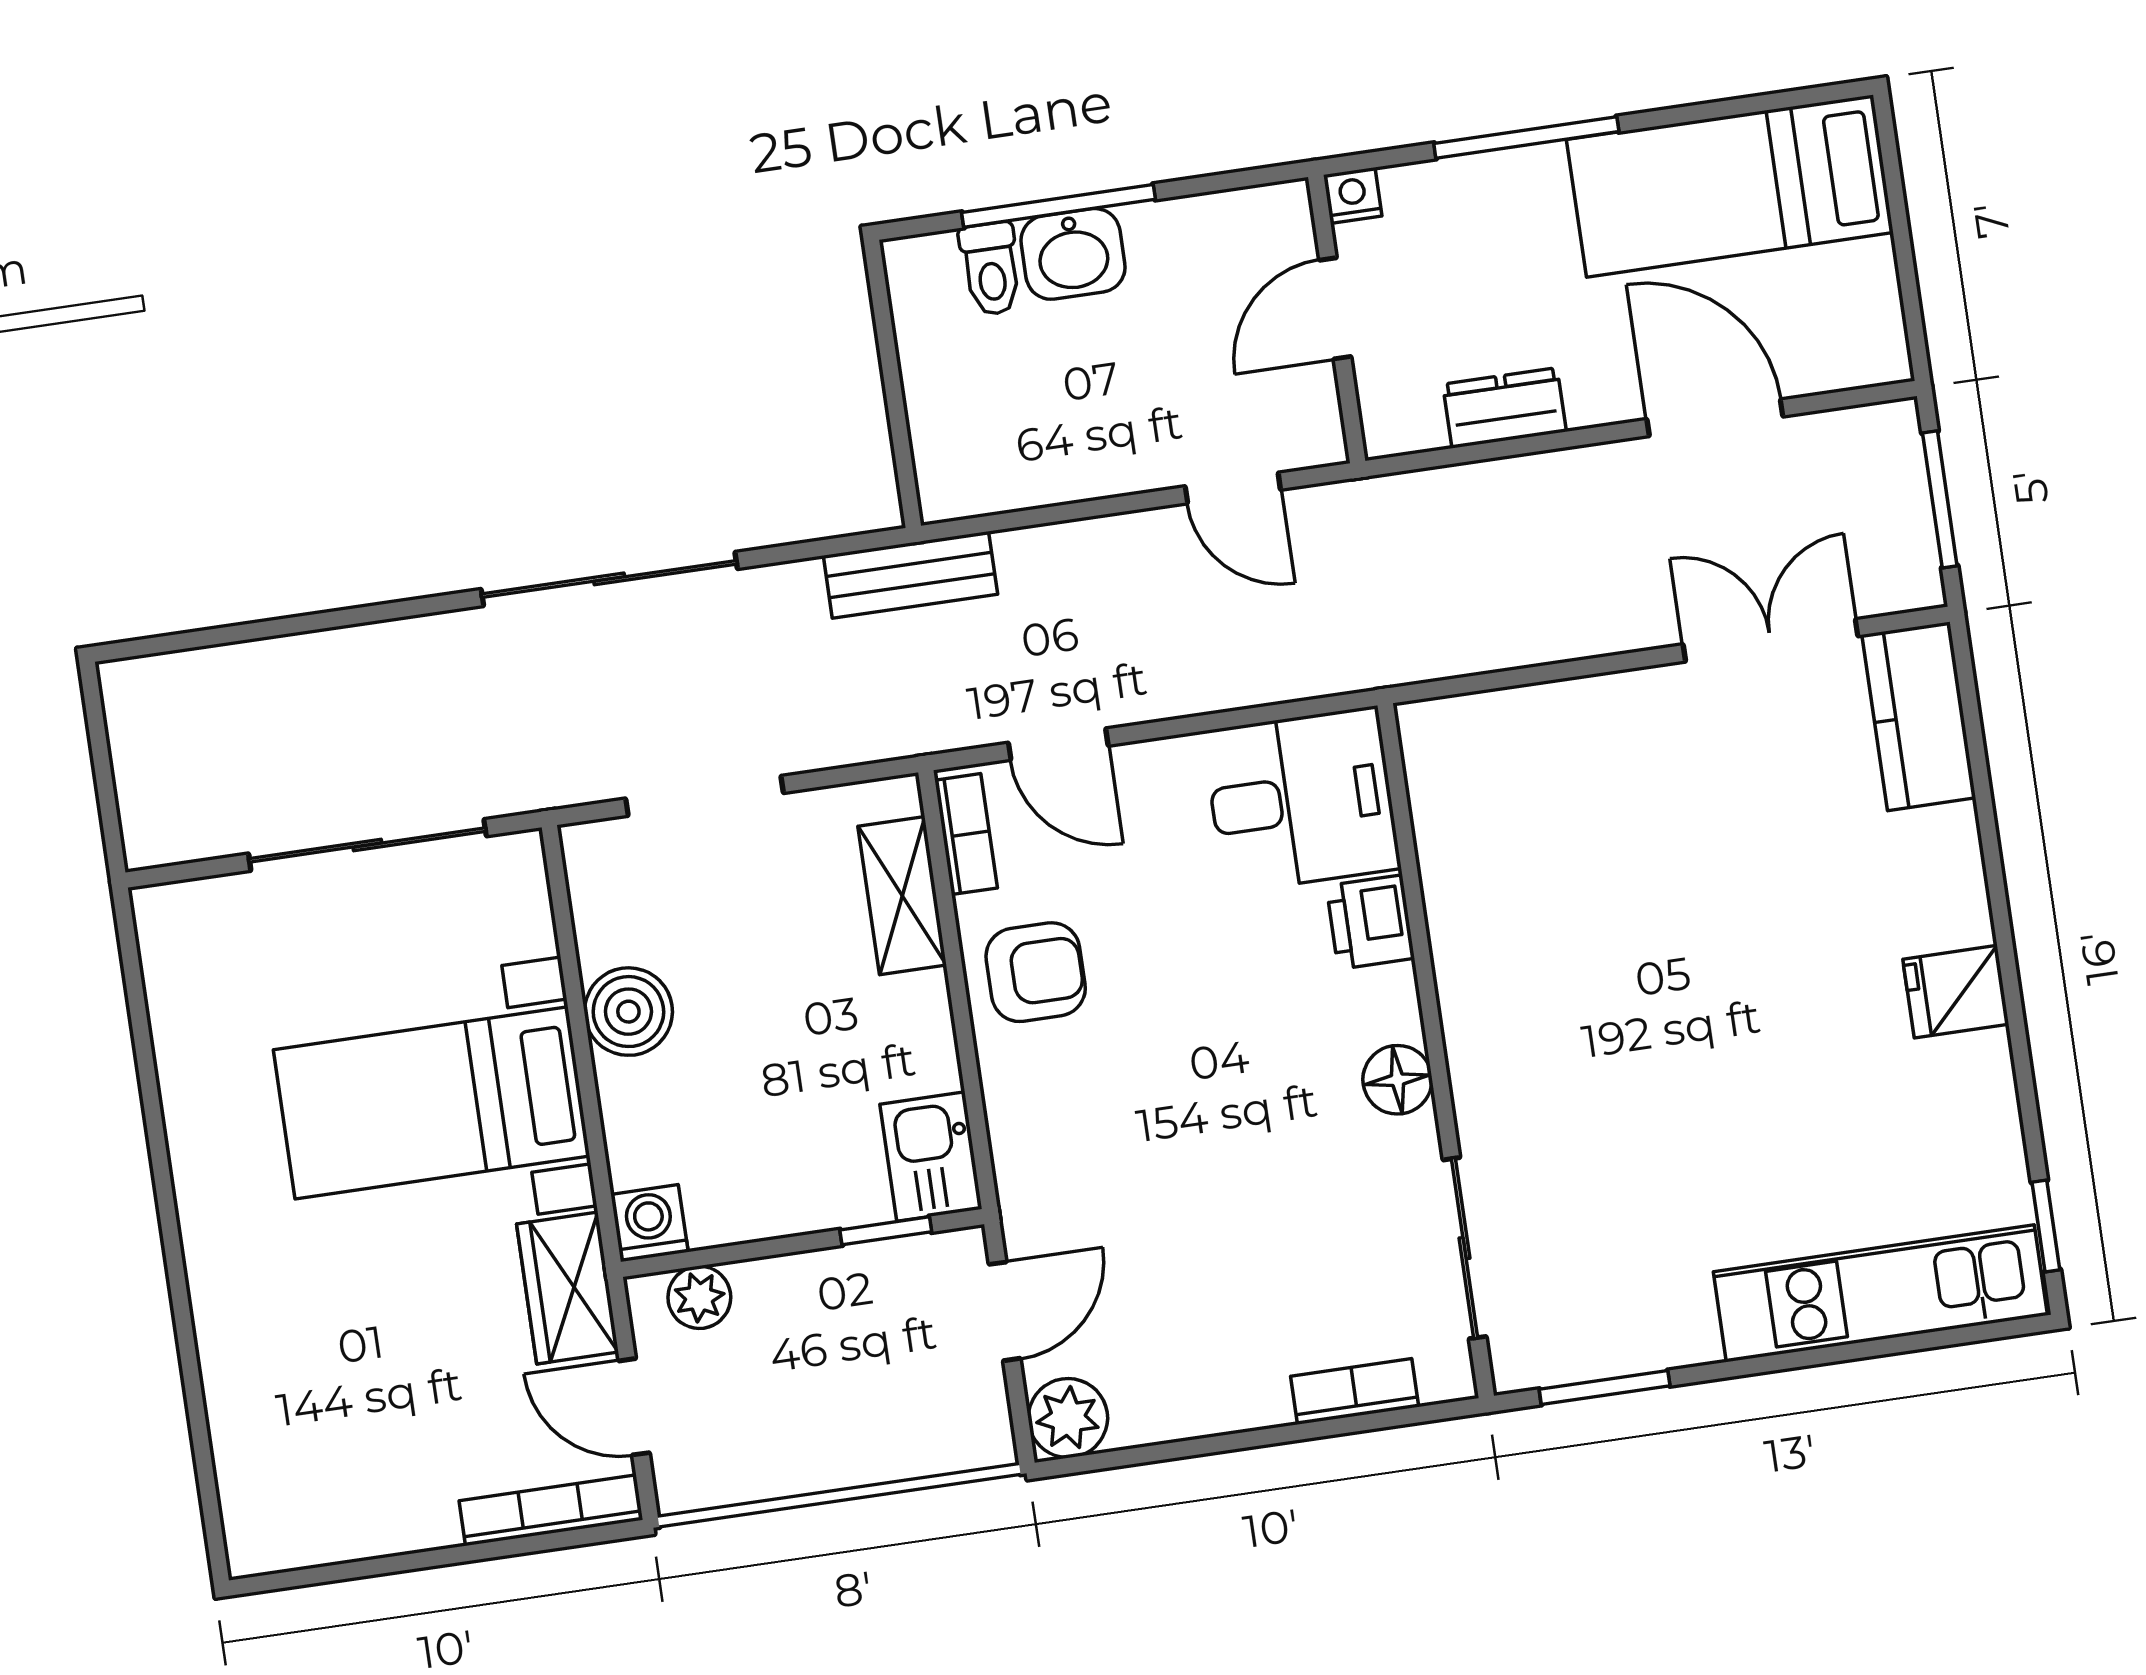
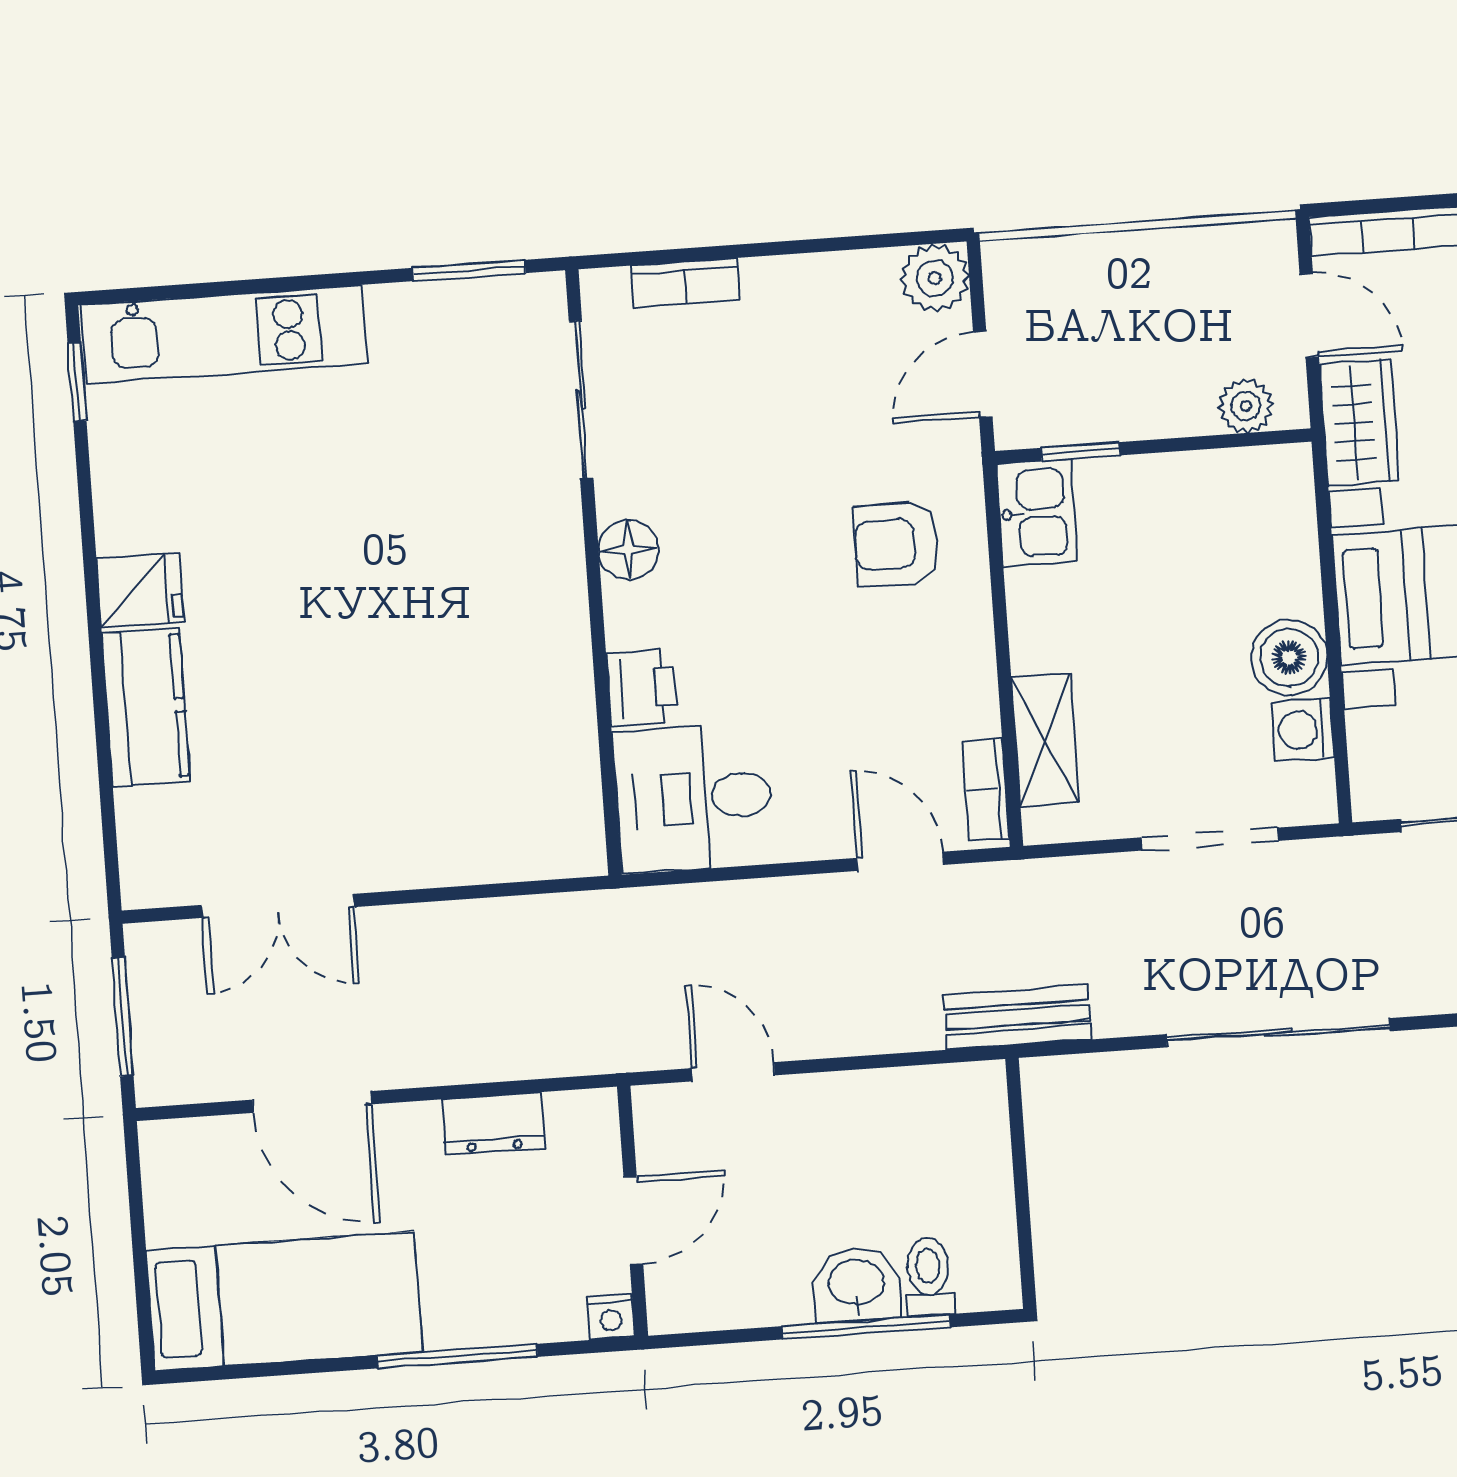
kitchen counter: (1919, 716) -> (146, 707), moved
armchair: (1036, 972) -> (896, 544), moved
washing machine: (649, 1223) -> (1303, 730), moved, turned 90

